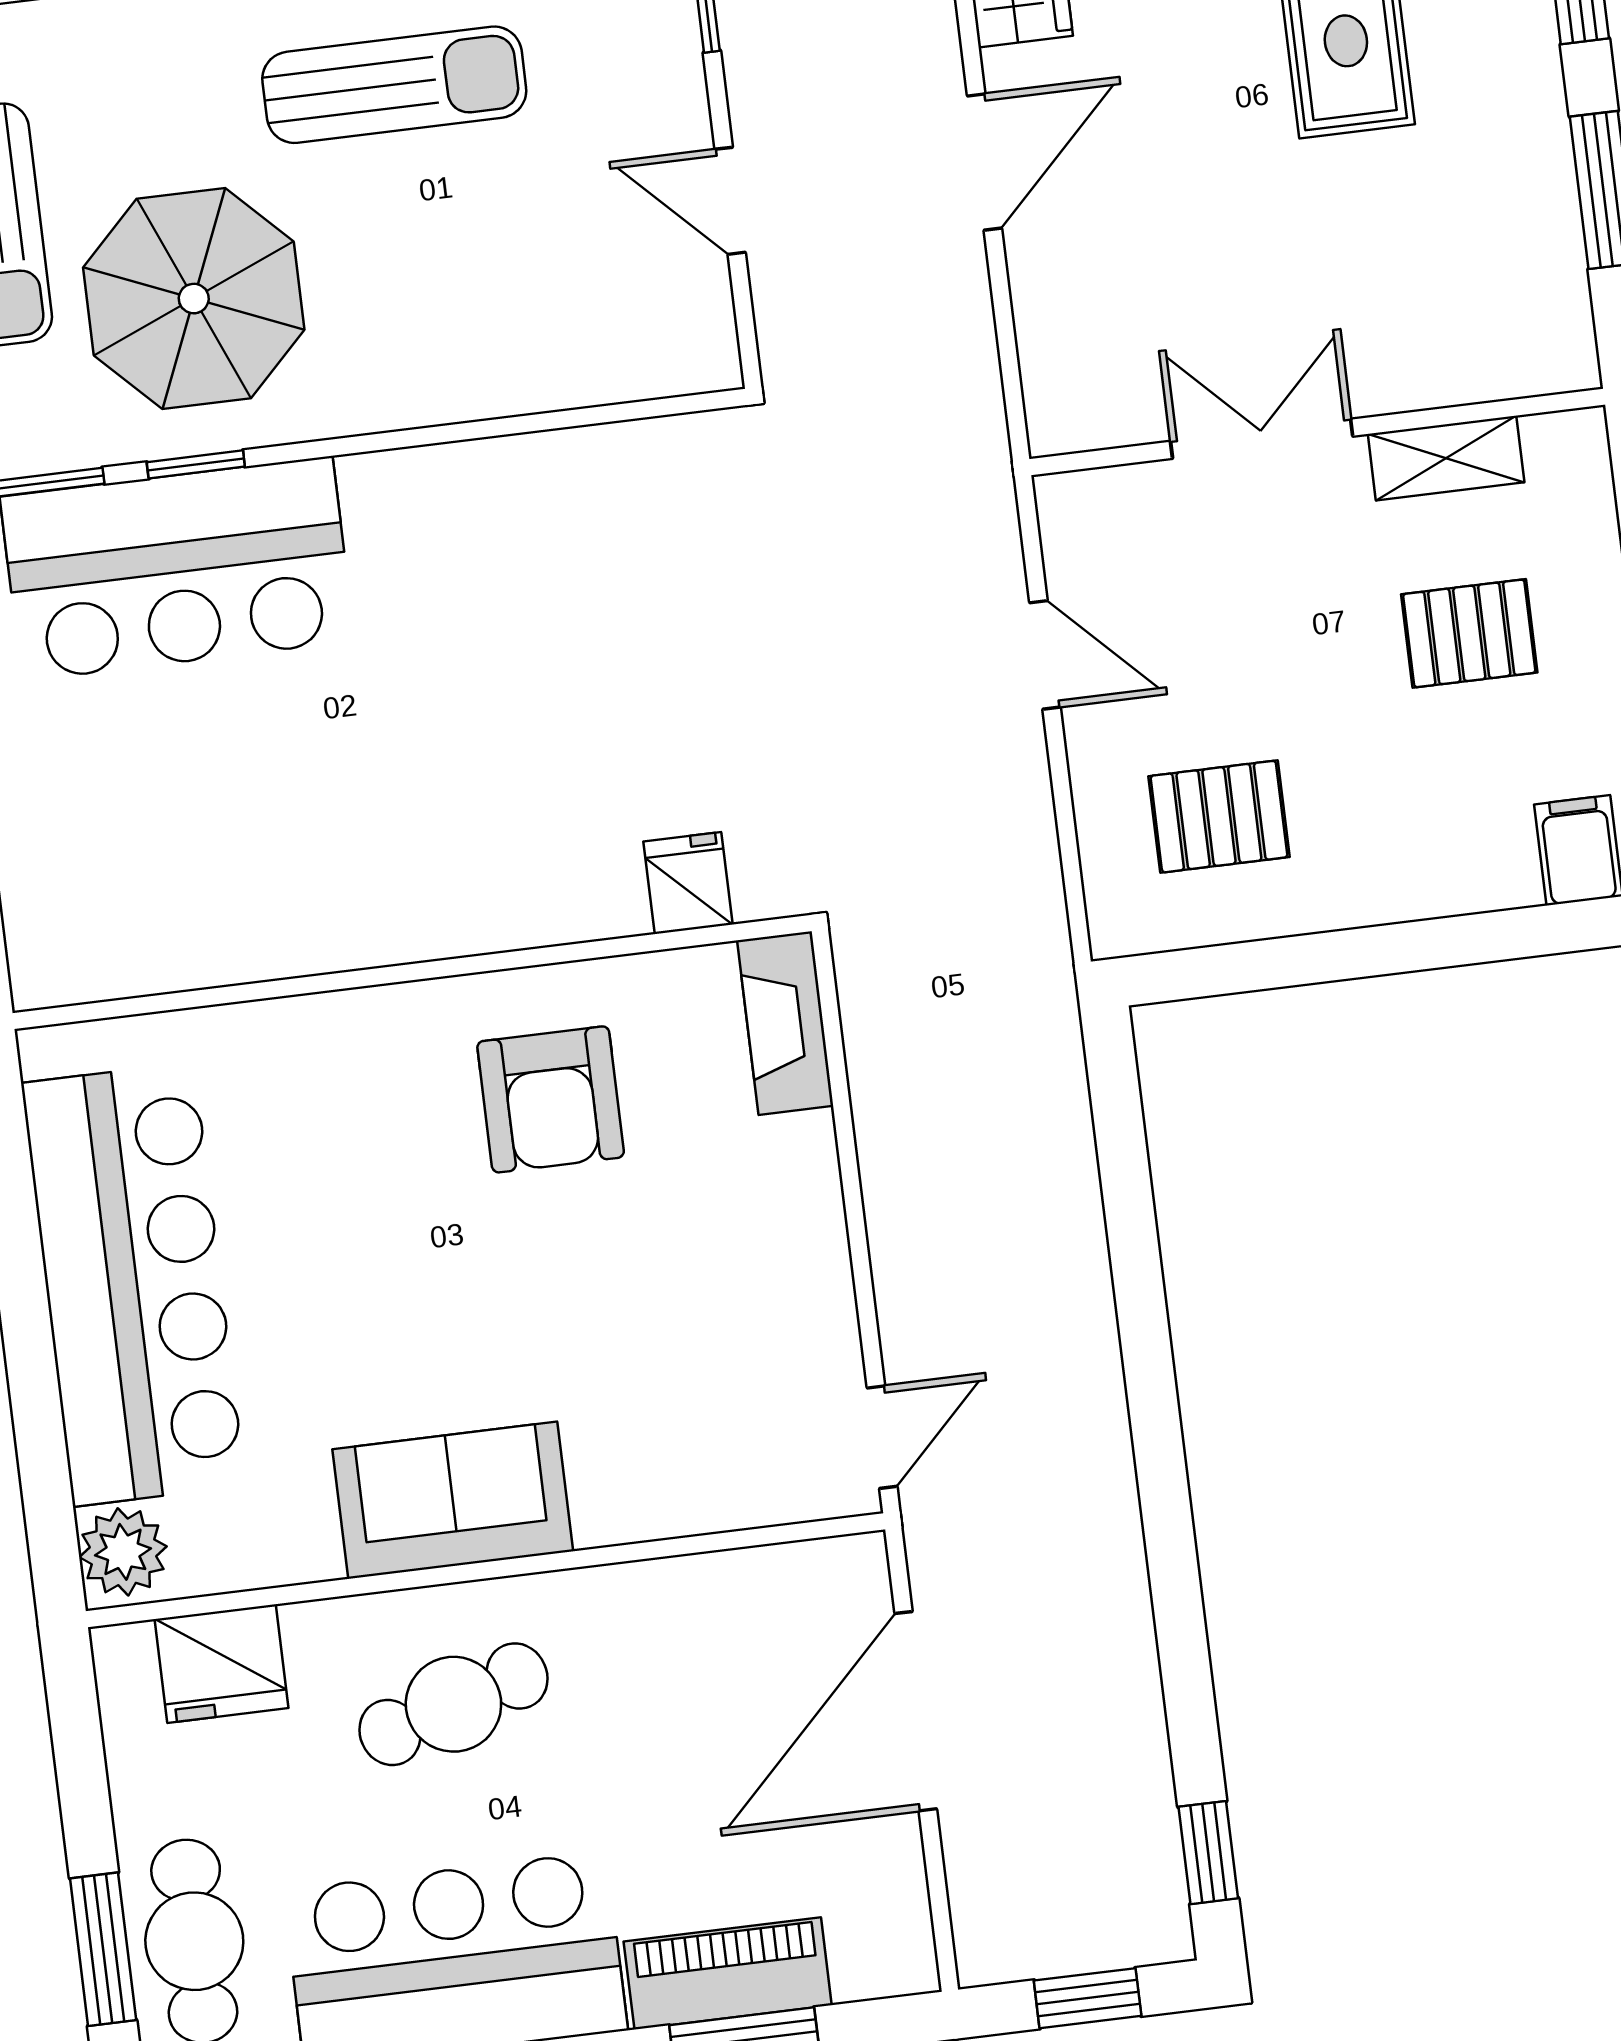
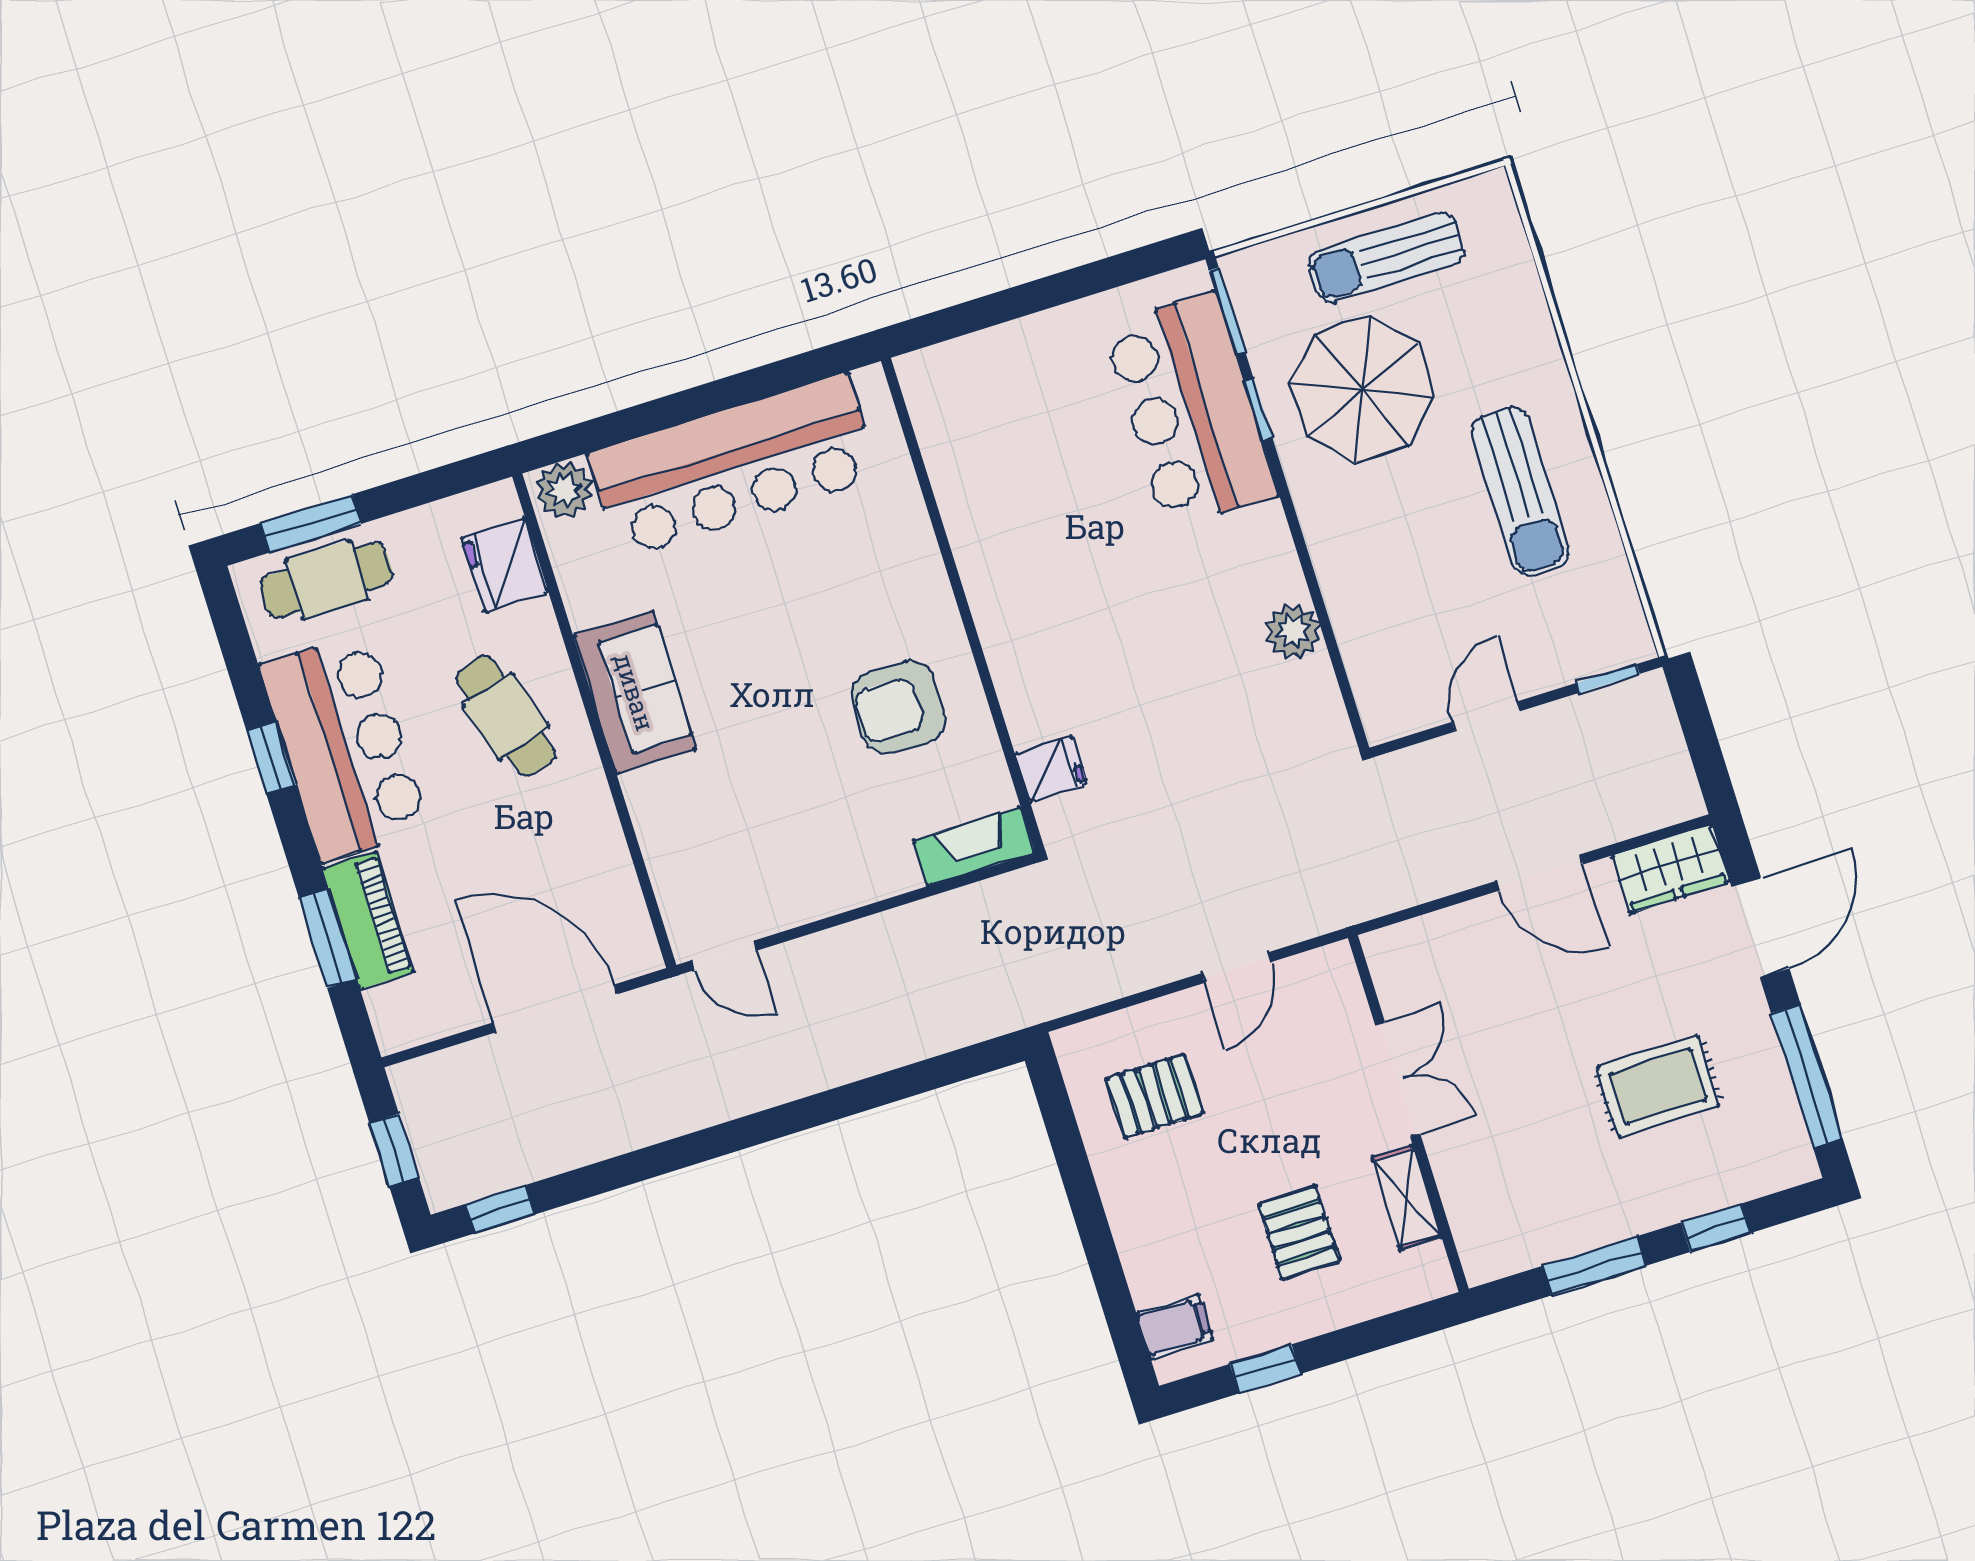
plant: (545, 473) -> (1293, 631), added
pallet: (1219, 817) -> (1154, 1096), turned 90

